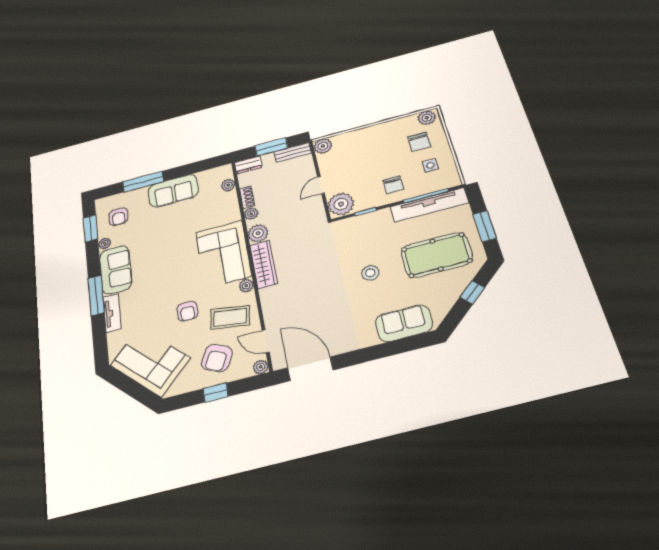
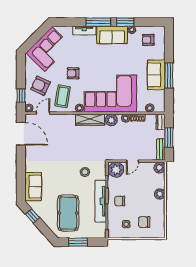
plant: (427, 118) -> (160, 194), moved
window: (143, 182) -> (169, 75), moved
door: (321, 185) -> (132, 161), swing flipped
tv unit: (429, 205) -> (101, 201), moved
window: (91, 228) -> (125, 22), moved
corner sofa: (223, 254) -> (111, 94), width x1.36, depth x1.36
stool: (370, 273) -> (85, 172), moved
window: (472, 292) -> (32, 216), moved
door: (310, 369) -> (21, 134), hinge flipped
window: (215, 393) -> (21, 95), moved

